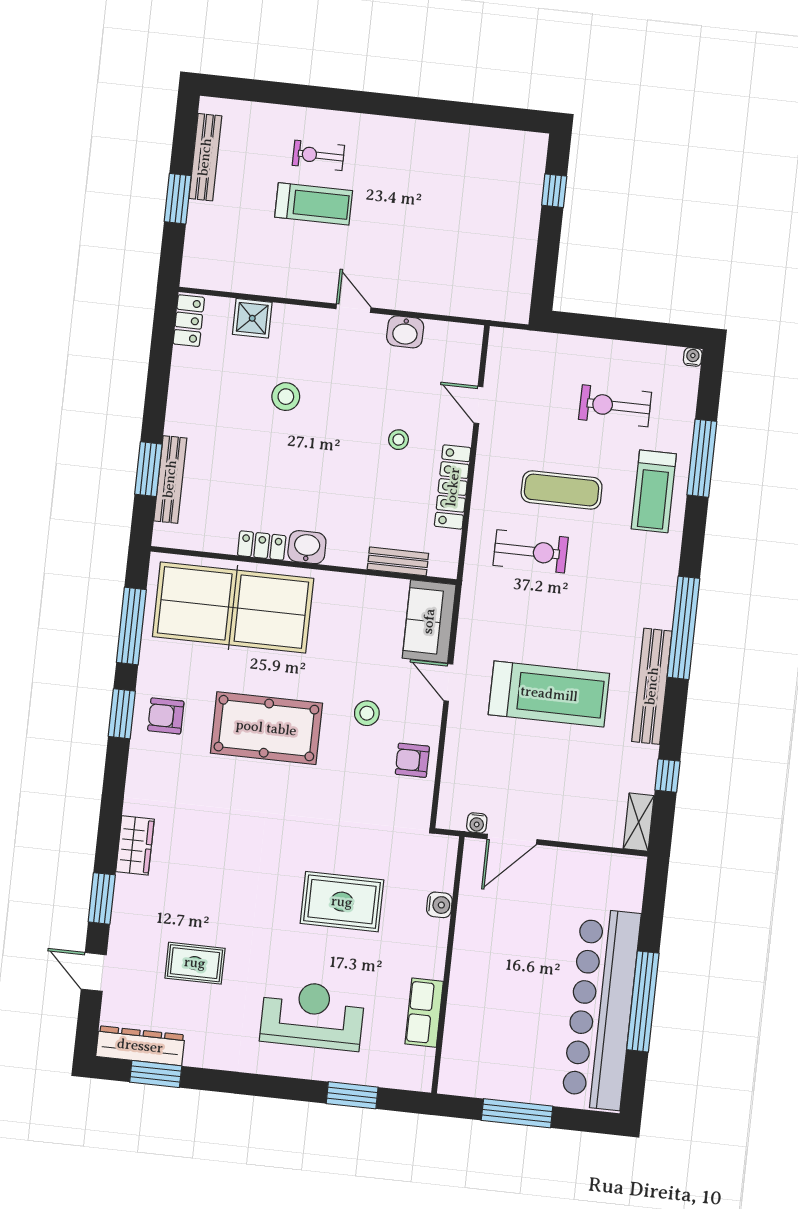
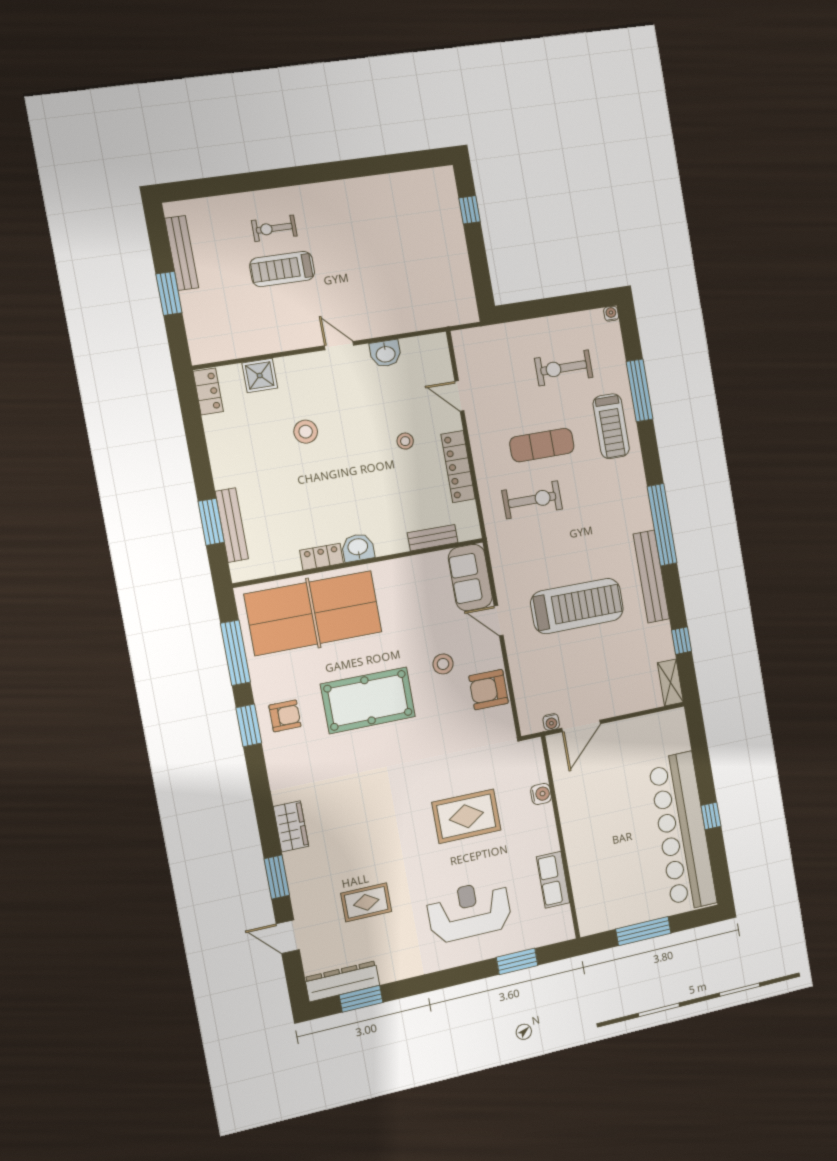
treadmill: (314, 204) -> (282, 269), turned 180
armchair: (166, 716) -> (285, 716), turned 180
armchair: (412, 760) -> (489, 690), width x1.38, depth x1.38
window: (643, 1001) -> (711, 816), width x0.32

